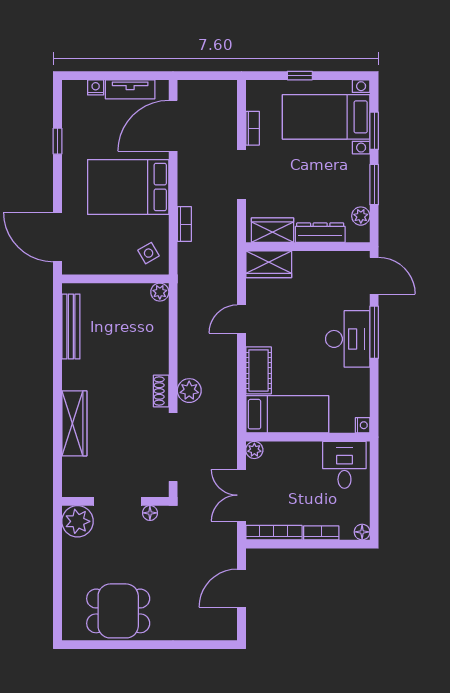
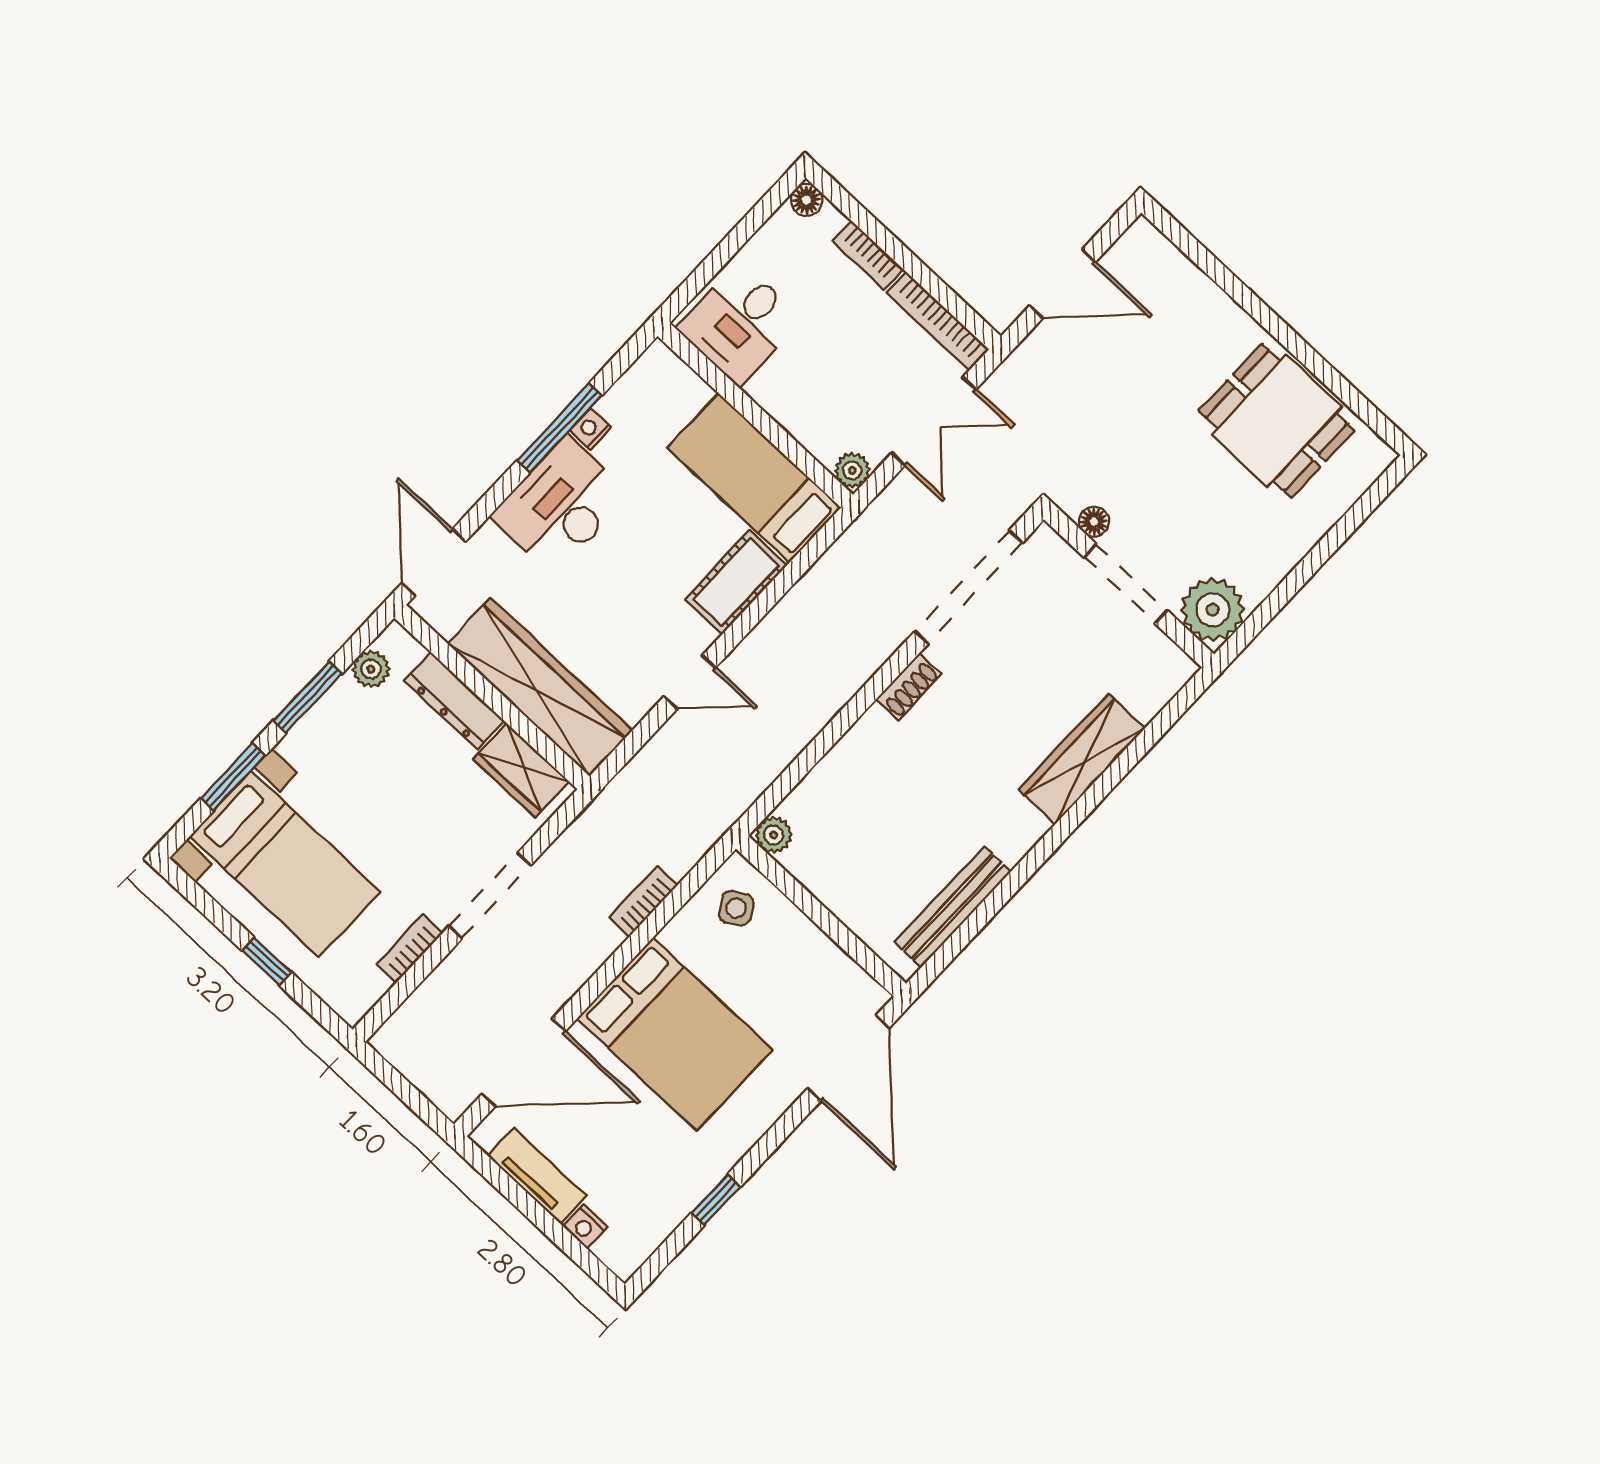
wardrobe: (269, 264) -> (540, 687), width x2.10, depth x1.17
window: (374, 332) -> (559, 428), moved
plant: (189, 391) -> (866, 648), removed
nightstand: (363, 425) -> (590, 429), moved

